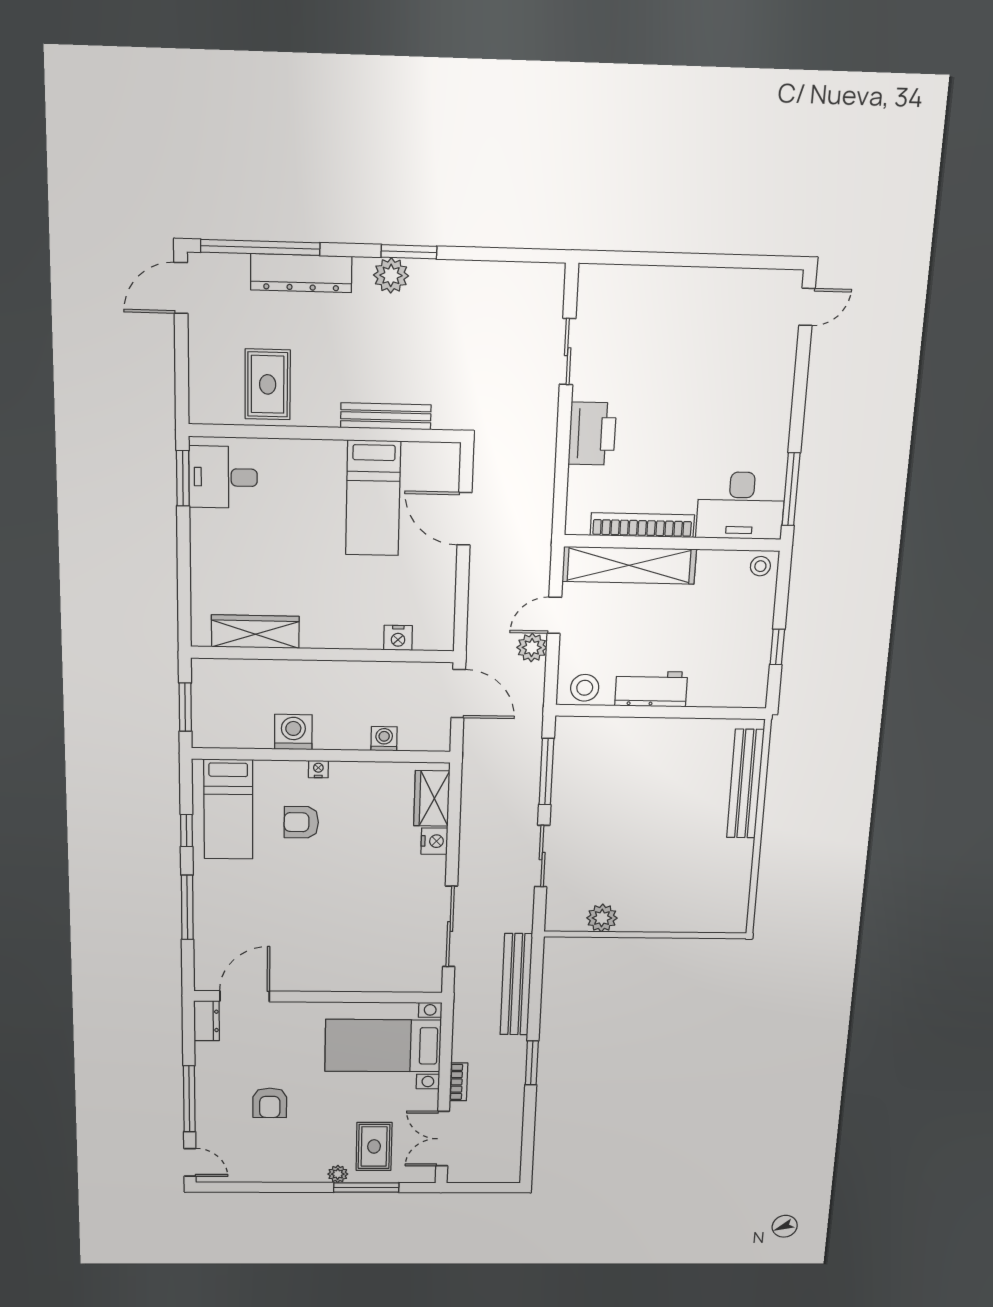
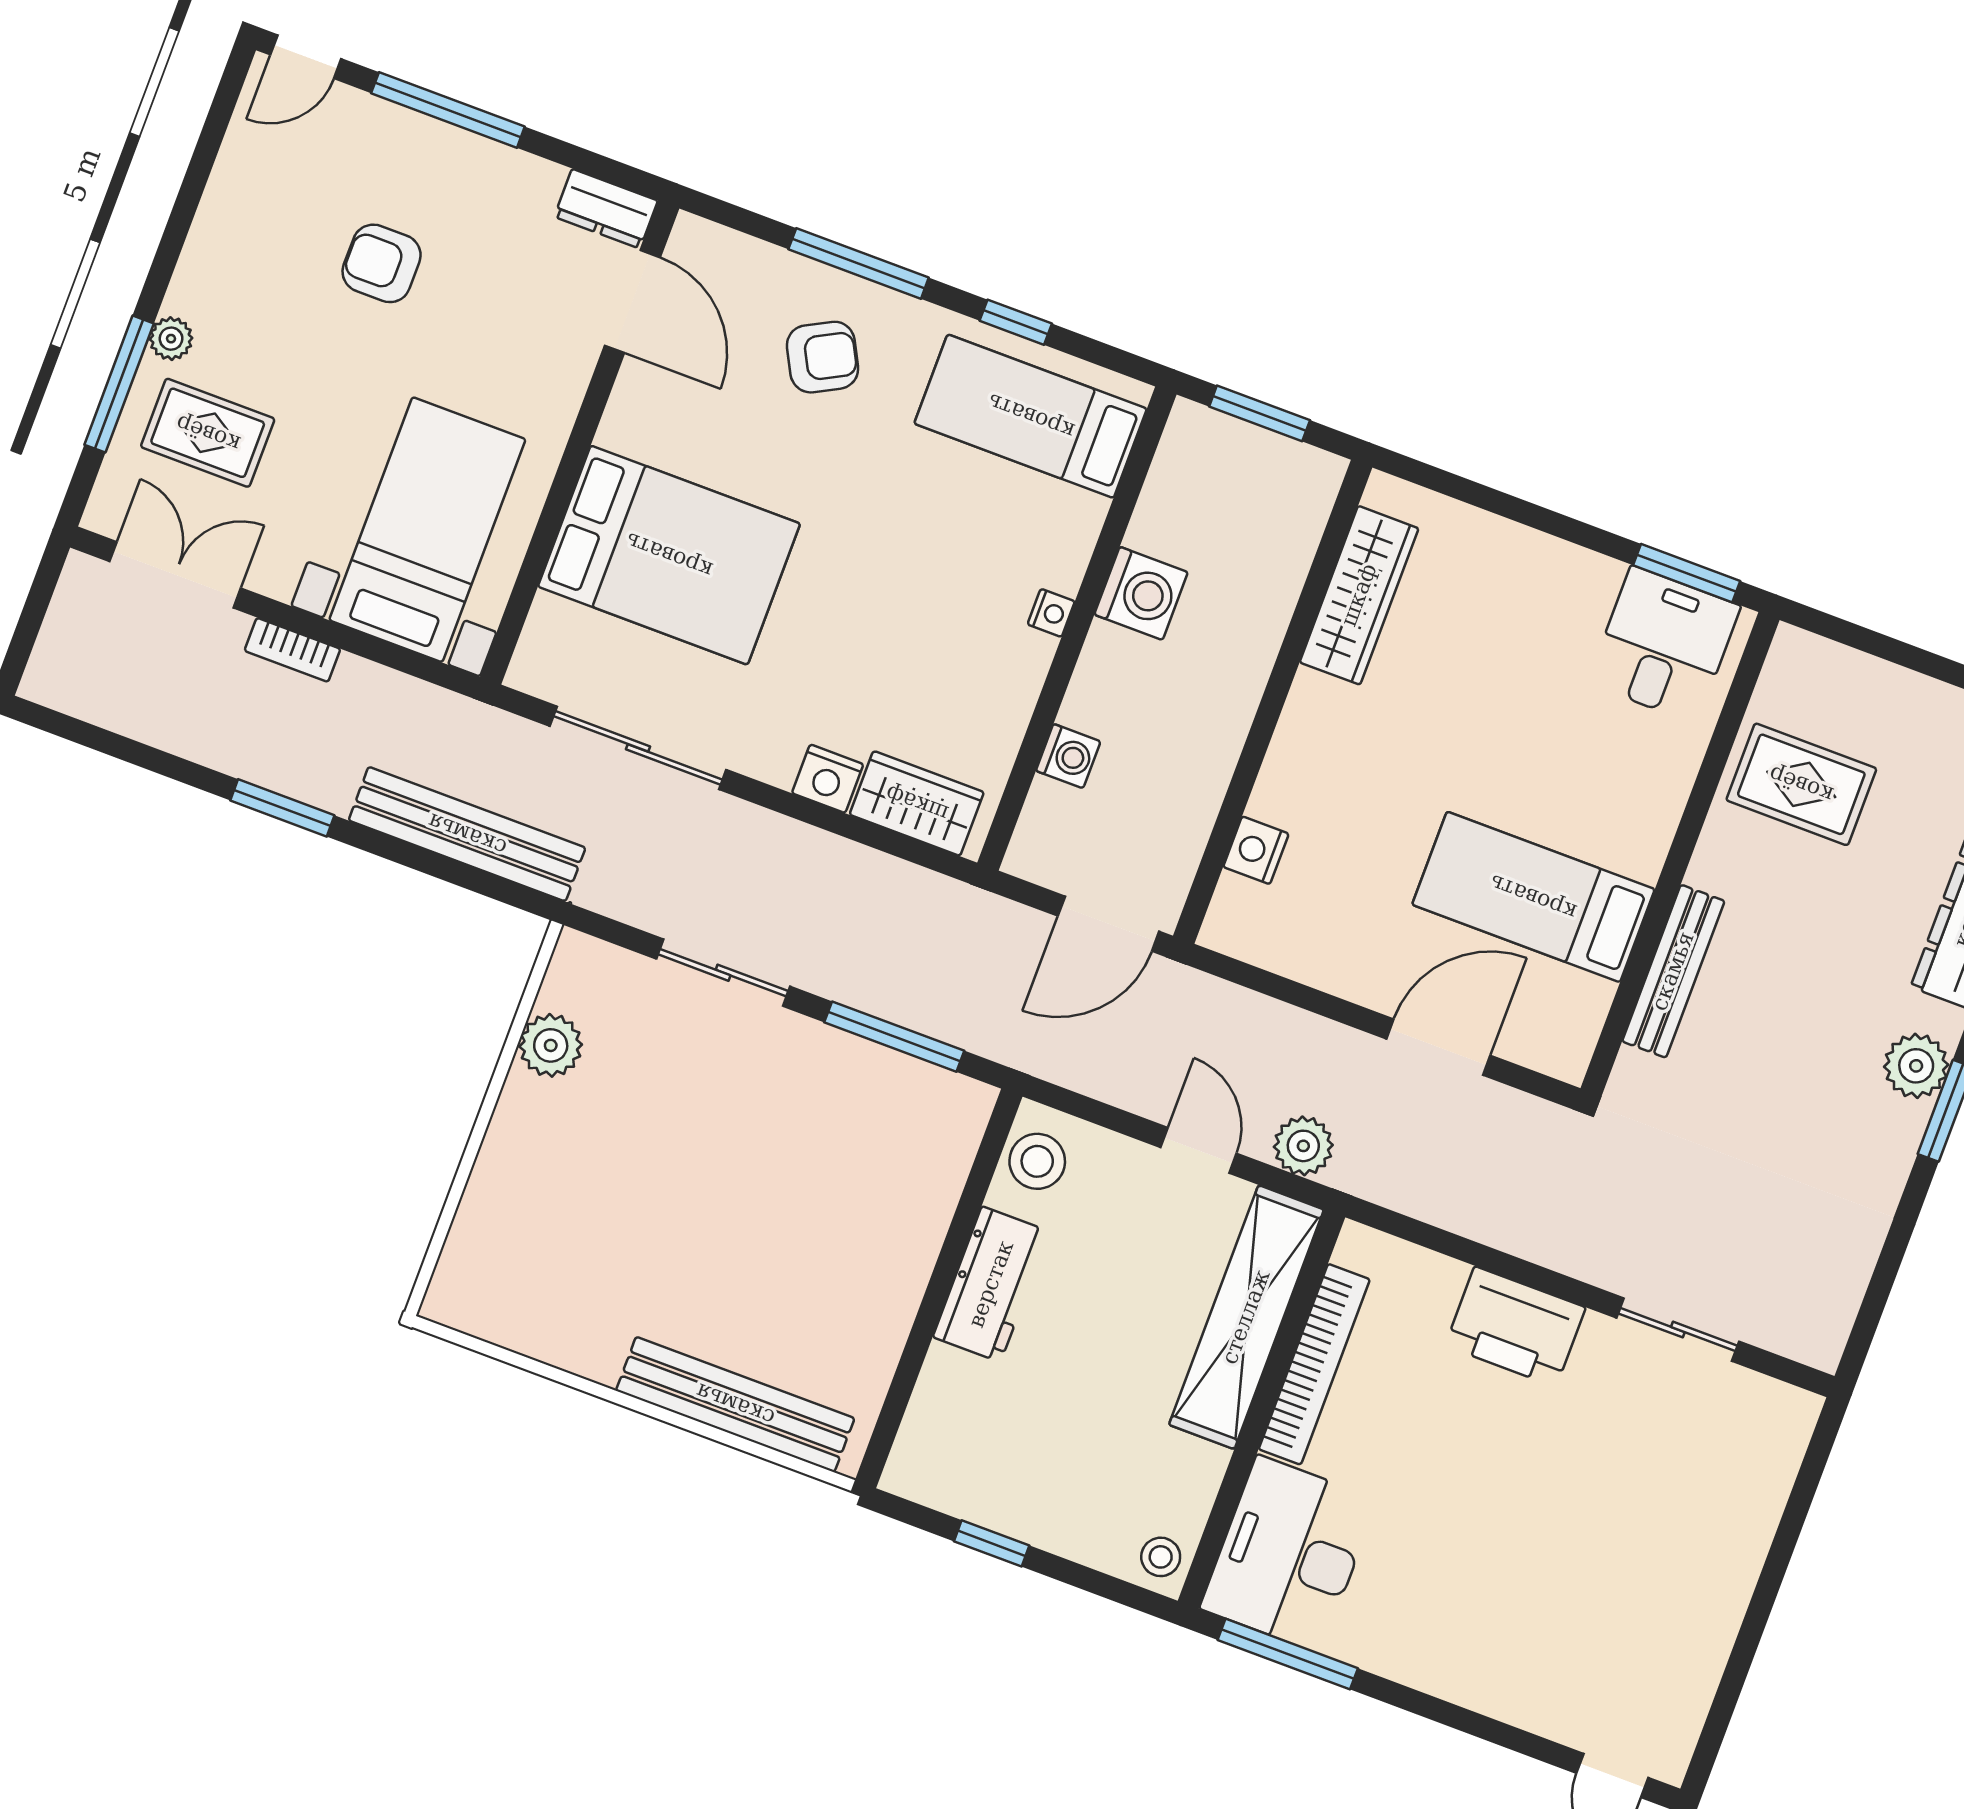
plant: (532, 648) -> (1303, 1146), moved
armchair: (301, 822) -> (823, 357), moved, turned 62
bed: (356, 943) -> (669, 555), added

